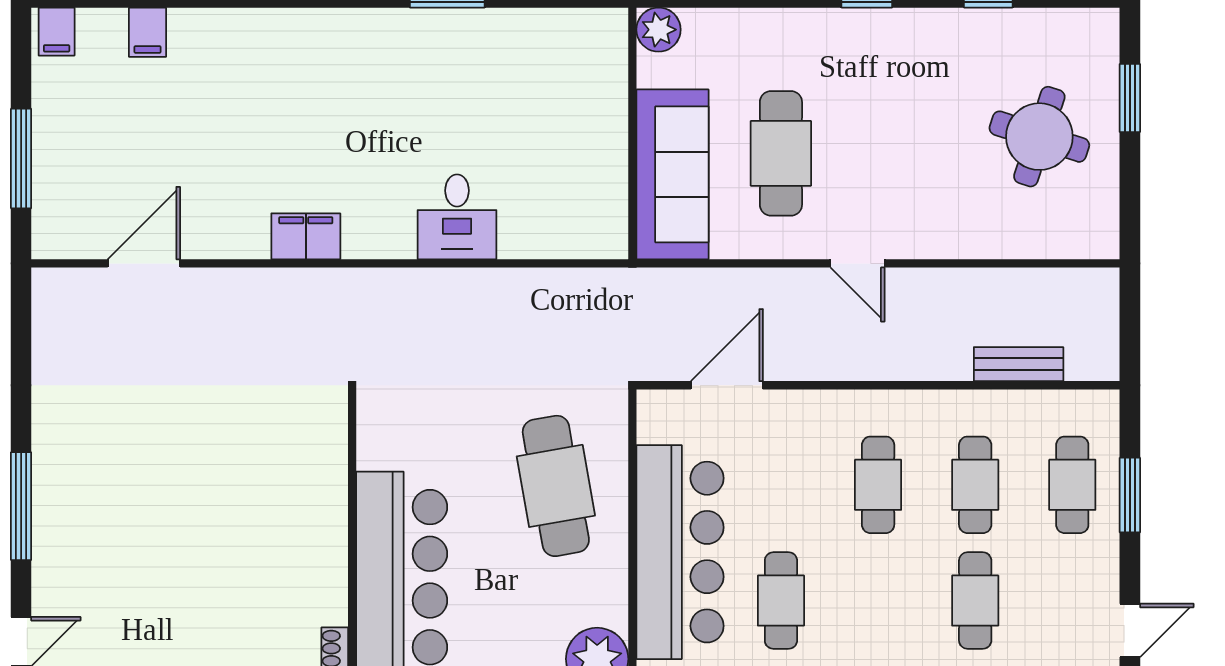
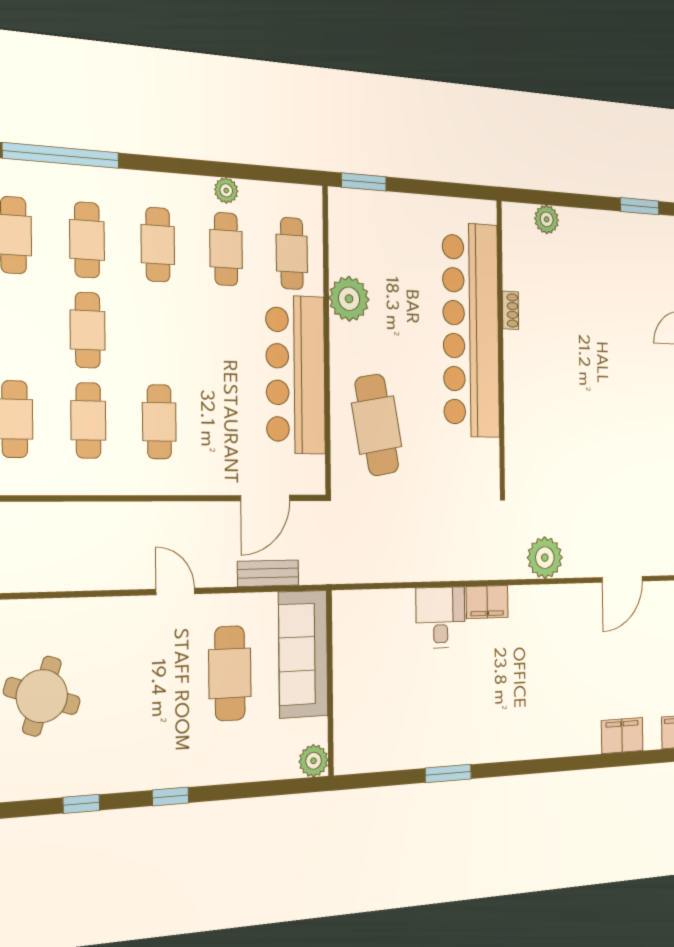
filing cabinet: (148, 32) -> (622, 736), width x2.00
filing cabinet: (306, 236) -> (487, 602), moved
plant: (281, 298) -> (545, 558), added
bench: (1019, 364) -> (268, 573), moved
cafe table: (781, 601) -> (227, 336), removed

